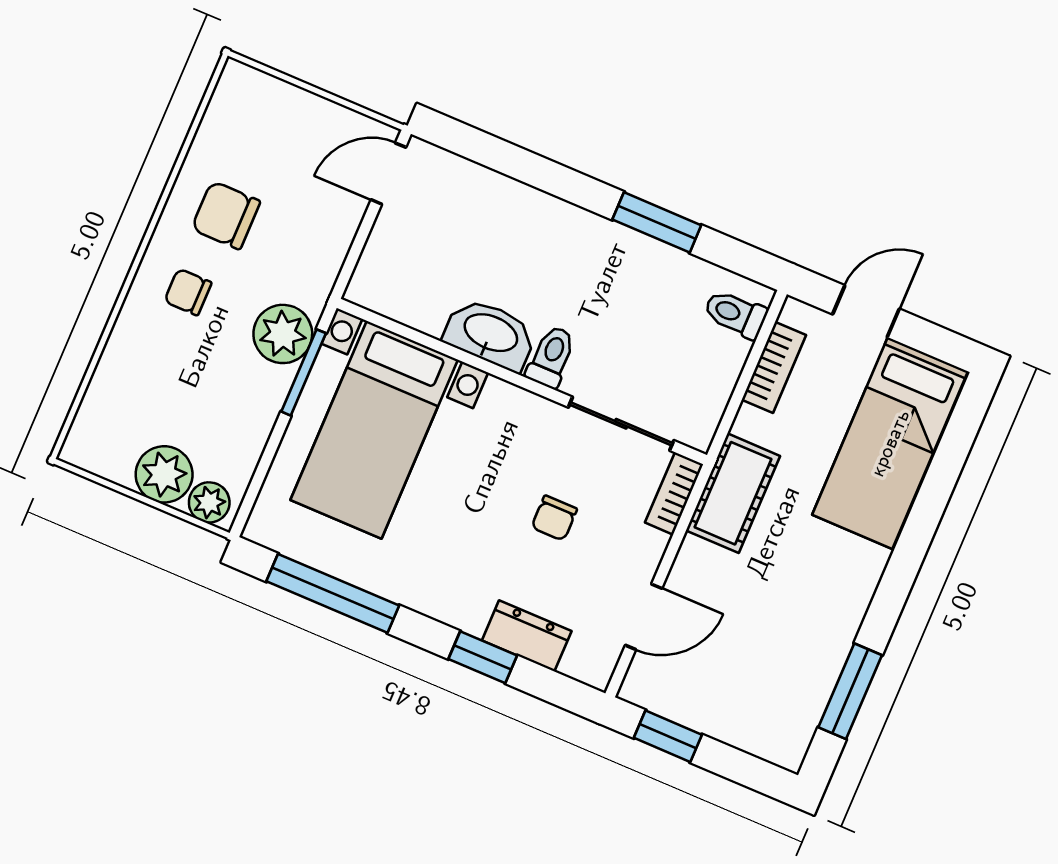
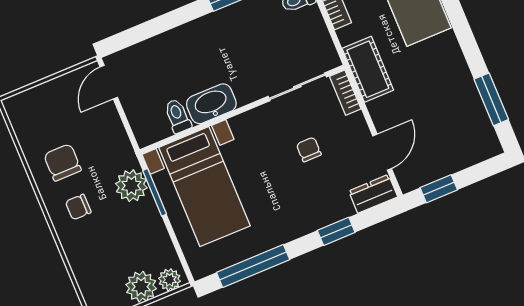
chair: (226, 215) -> (62, 162), turned 90
toilet: (551, 357) -> (178, 116), moved
chair: (554, 518) -> (309, 149), turned 180
dresser: (527, 636) -> (373, 194), moved

